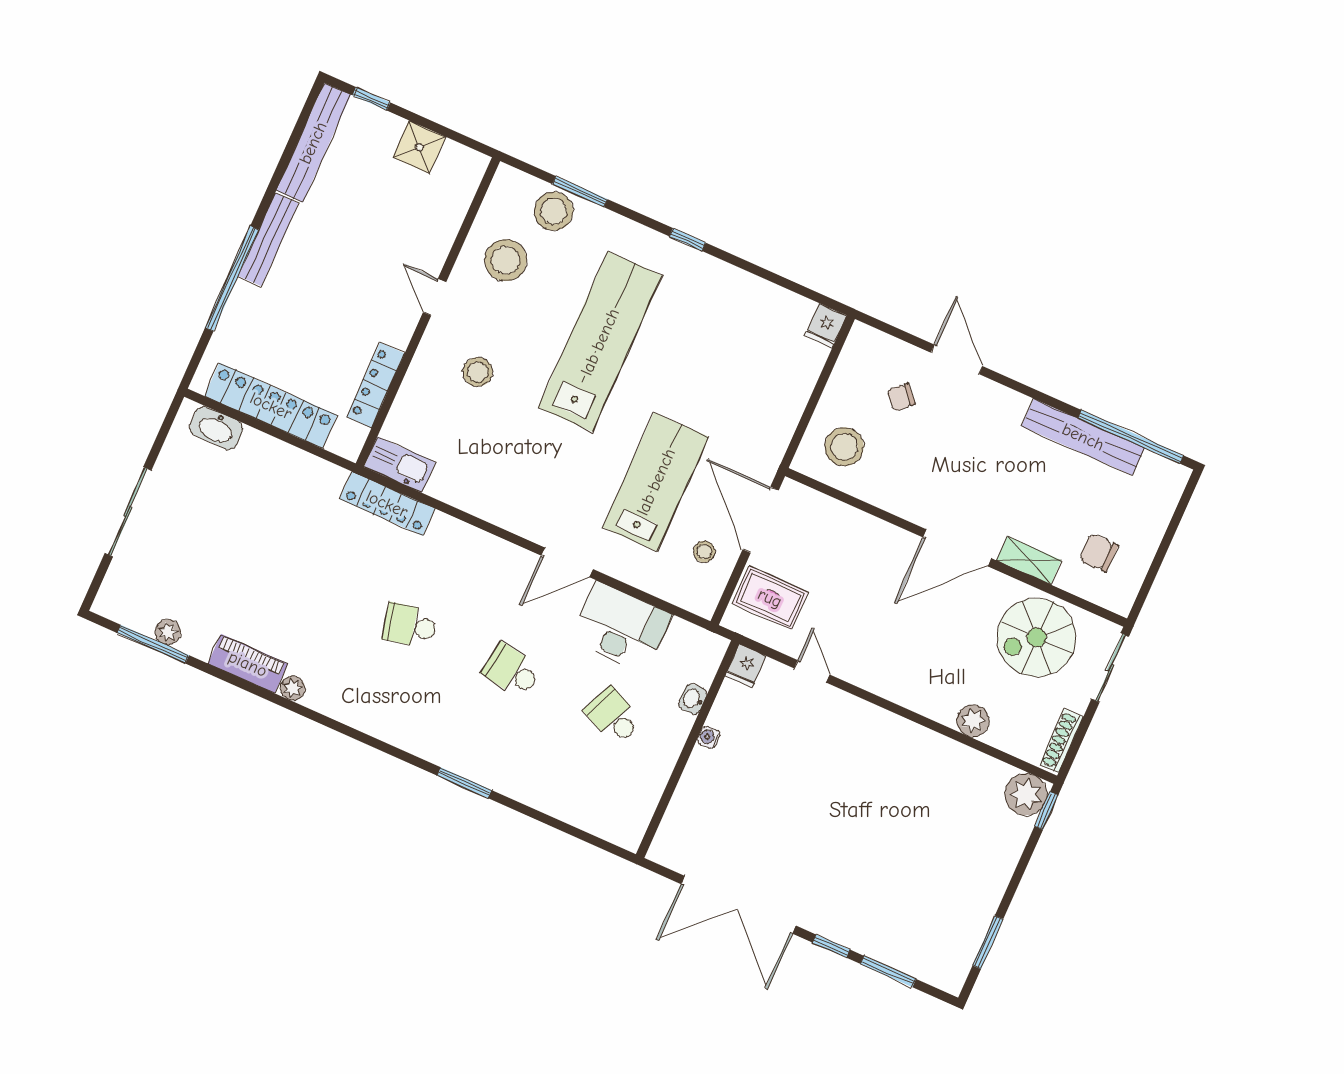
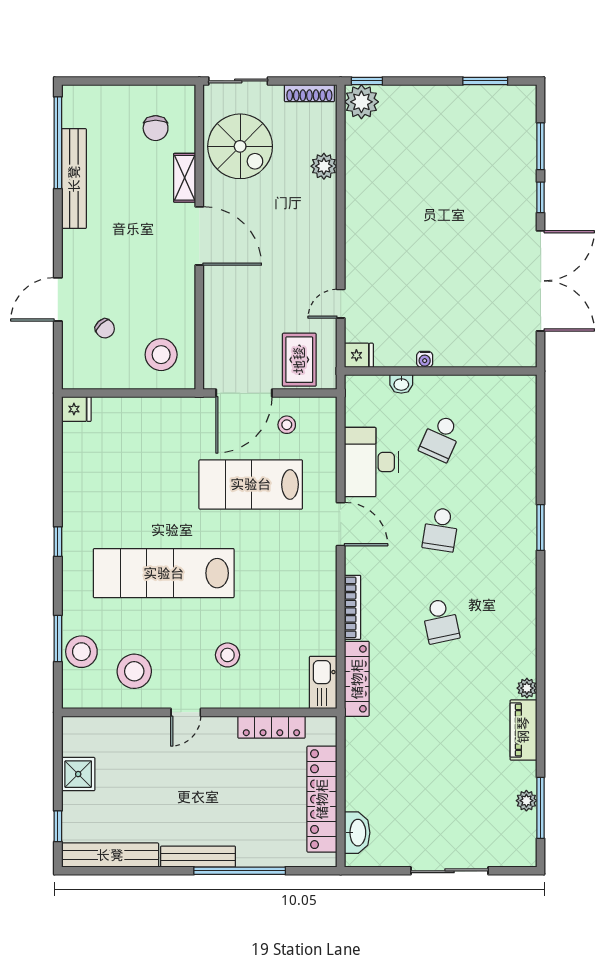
bookcase: (469, 534) -> (353, 607), added

